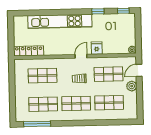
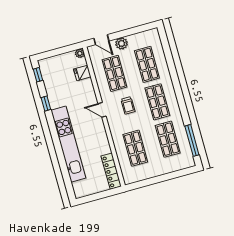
fridge: (97, 48) -> (82, 73), moved

